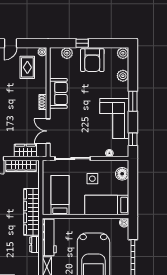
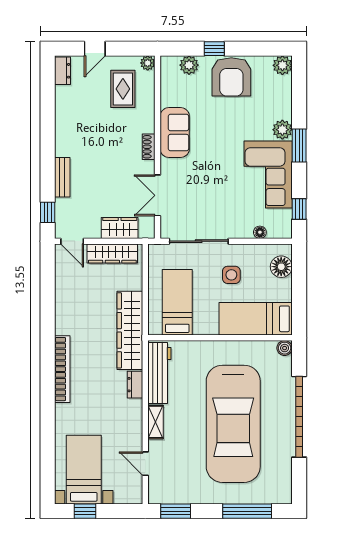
plant: (123, 76) -> (282, 130), moved

